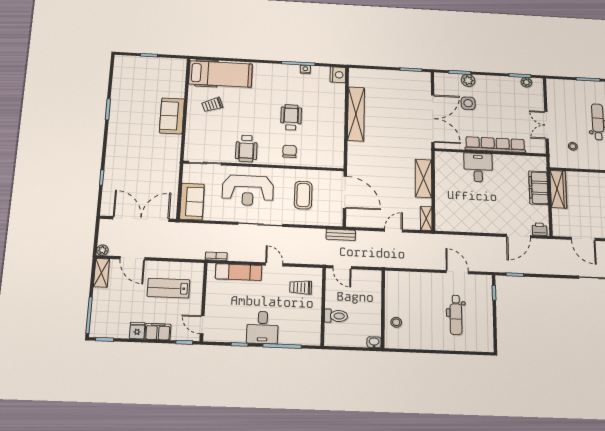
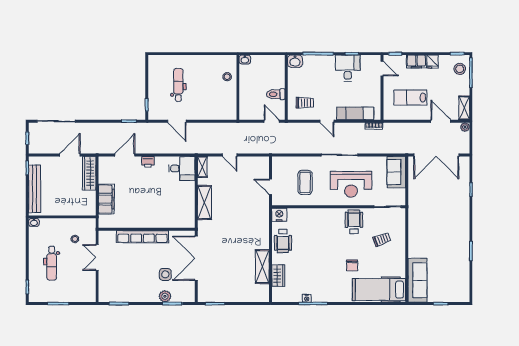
nightstand: (338, 75) -> (279, 215), moved, turned 90
plant: (526, 82) -> (113, 298), removed
wardrobe: (338, 95) -> (278, 276), added
trolley: (212, 105) -> (382, 239), moved
shelving: (356, 114) -> (262, 267), width x0.68
sofa: (172, 116) -> (417, 280), moved, width x1.36
wheelchair: (291, 117) -> (283, 241), moved
double door: (546, 125) -> (97, 257), swing flipped
chair: (290, 151) -> (352, 265), moved
desk: (478, 167) -> (182, 169), moved, turned -90
wardrobe: (558, 189) -> (89, 173), moved
reception desk: (248, 190) -> (351, 184), turned 180
door: (345, 192) -> (271, 187), width x0.53
printer: (540, 229) -> (148, 162), moved
door: (393, 230) -> (230, 155), hinge flipped
bench: (341, 235) -> (273, 149), removed
door: (583, 239) -> (70, 155), hinge flipped
lab bench: (169, 288) -> (410, 98), turned 180
toilet: (336, 316) -> (276, 94), moved
stool: (103, 320) -> (460, 69), added
desk: (262, 327) -> (348, 68), moved
washbasin: (311, 338) -> (295, 61), added

